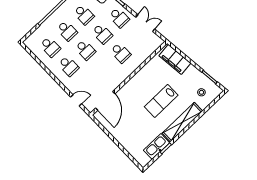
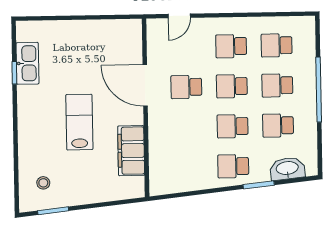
double door: (145, 23) -> (196, 193), removed
school desk: (121, 53) -> (186, 87), moved
filing cabinet: (175, 59) -> (131, 151), moved, turned -84
door: (105, 101) -> (145, 85), moved
shelving: (182, 122) -> (28, 124), removed

